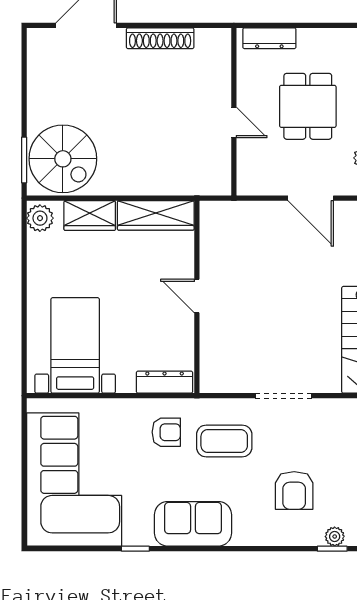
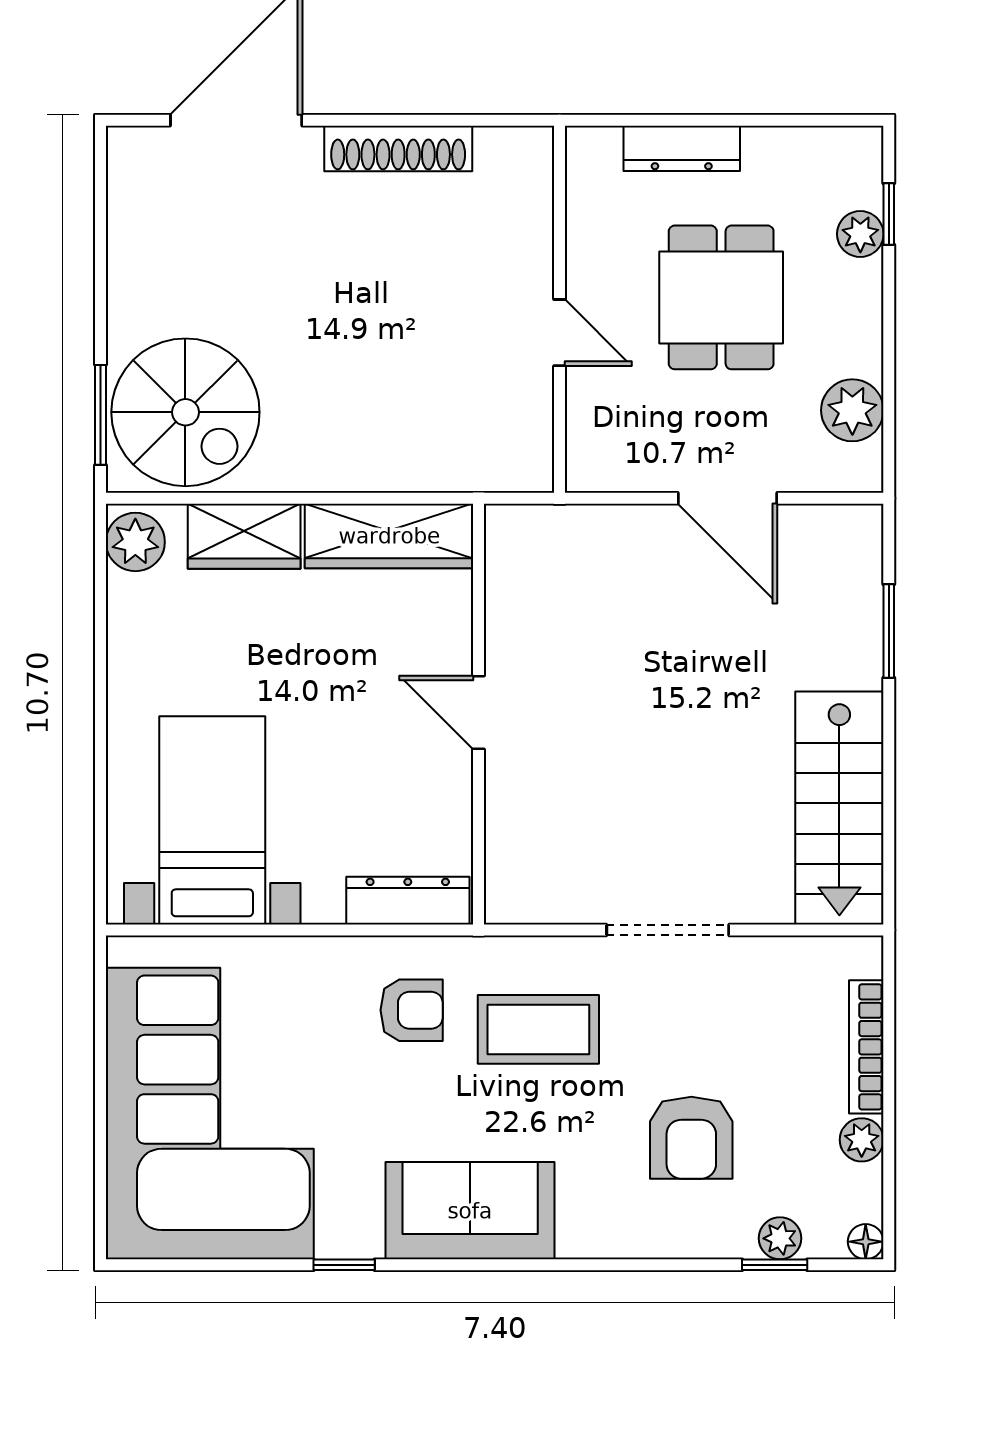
dresser: (269, 38) -> (682, 148), moved

